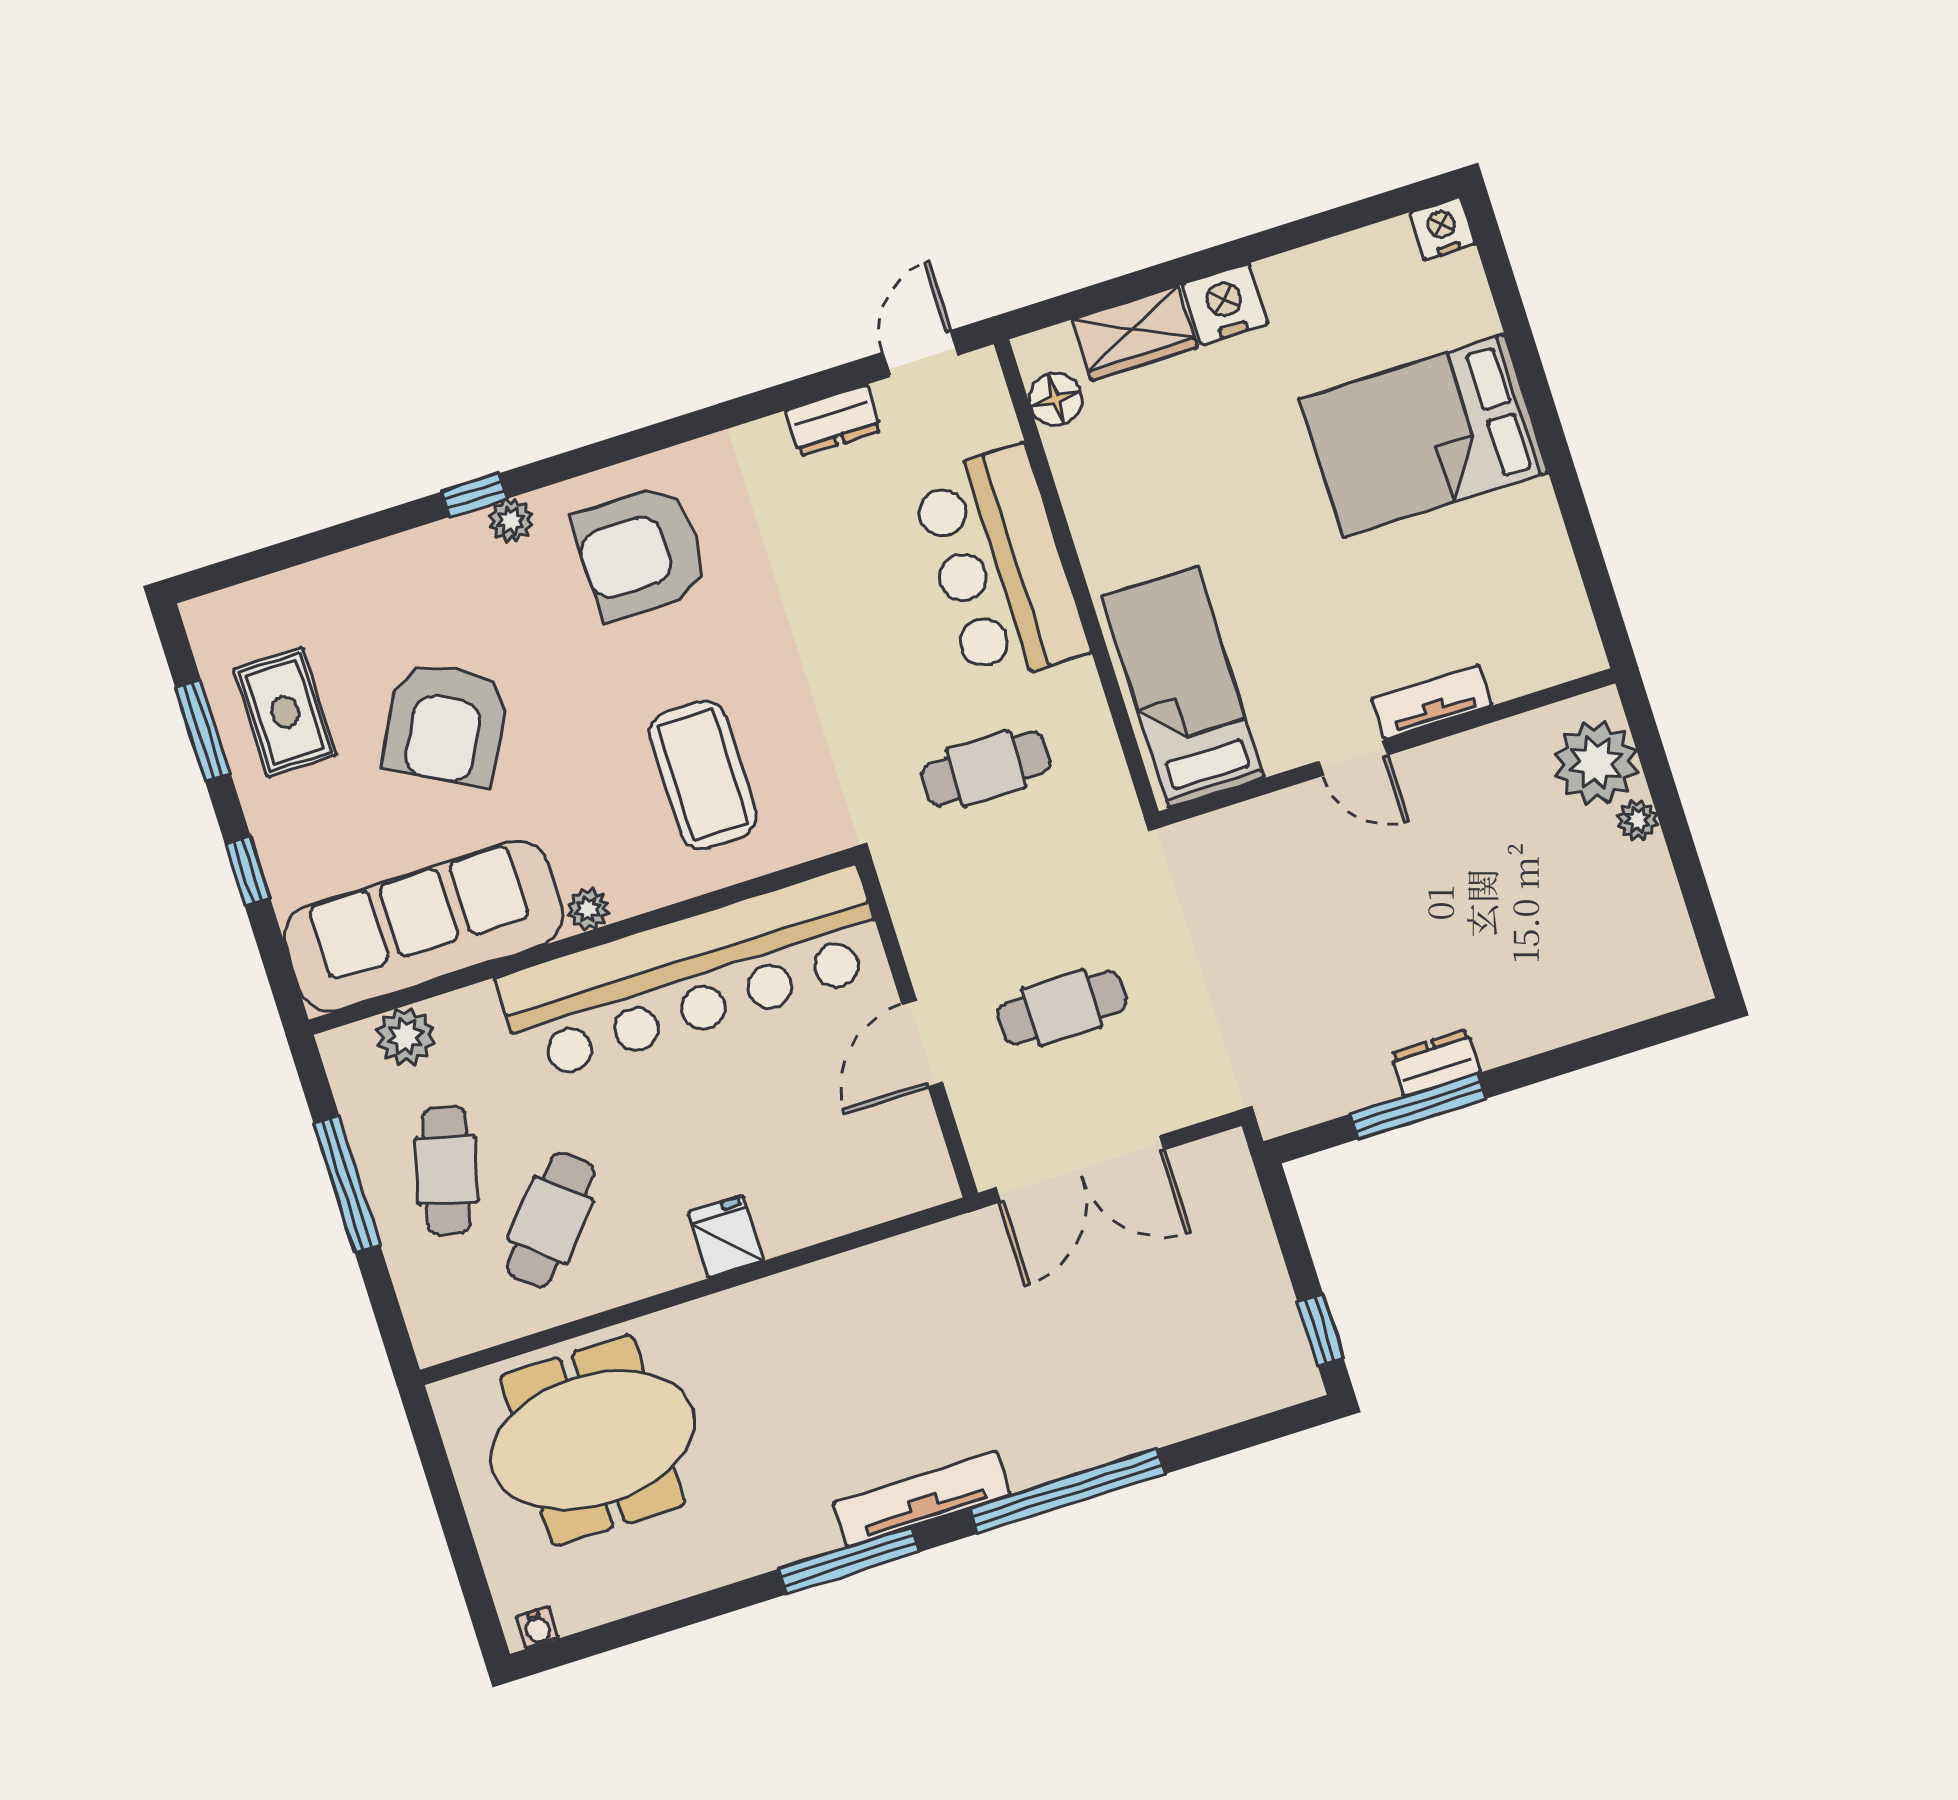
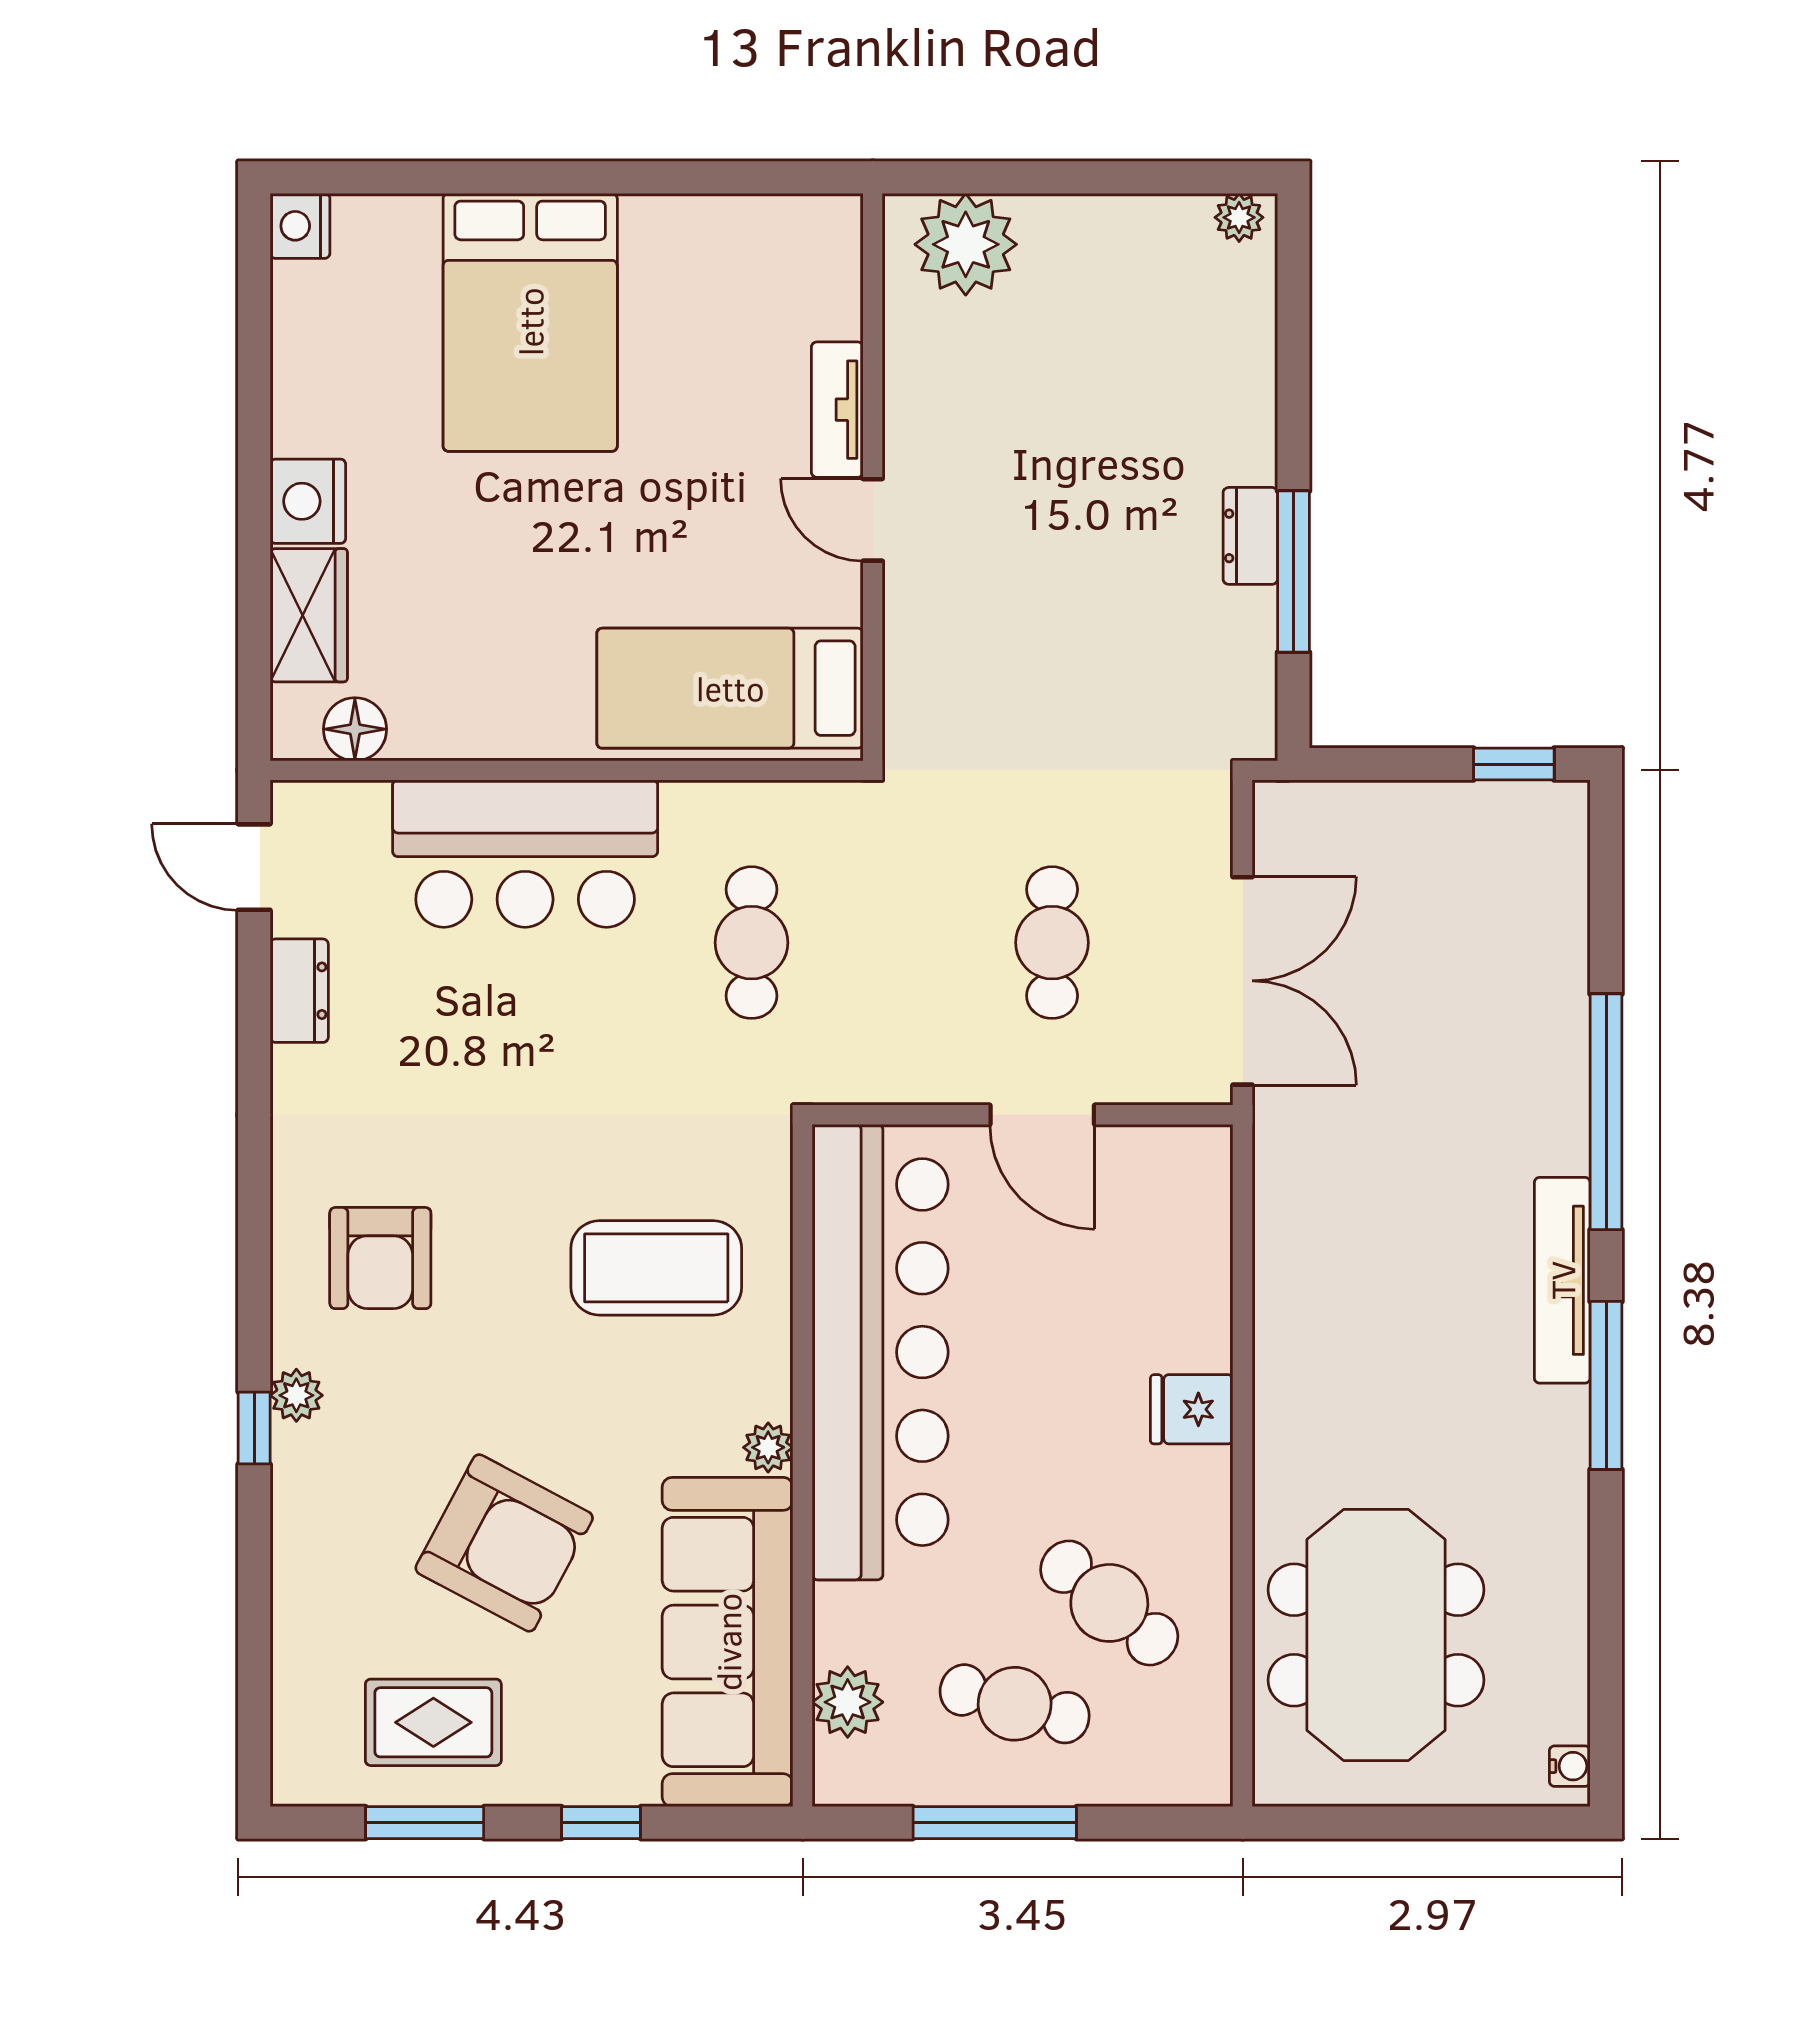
armchair: (641, 553) -> (380, 1258), width x0.73, depth x0.73
door: (1353, 758) -> (873, 520), swing flipped
plant: (1637, 820) -> (1239, 217), moved

